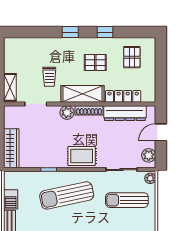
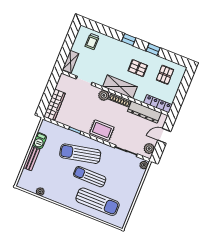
trolley: (49, 77) -> (92, 41), moved
locker: (123, 96) -> (158, 104), moved
sun lounger: (127, 200) -> (90, 177), moved

